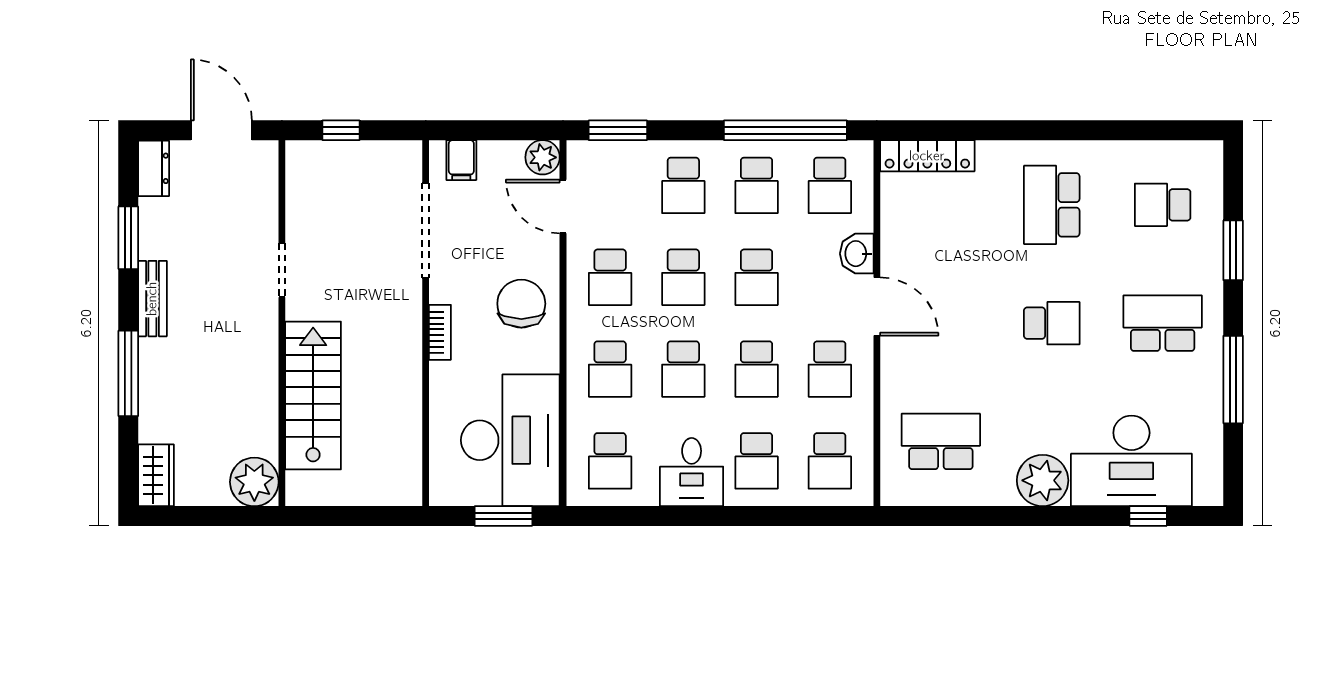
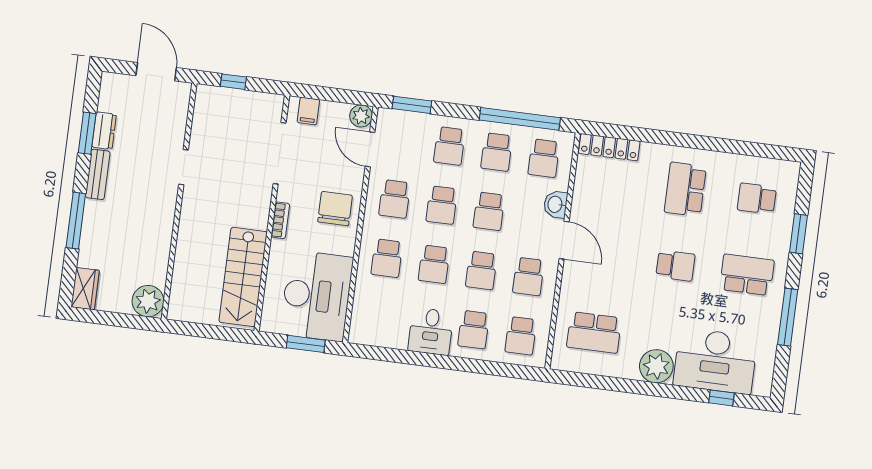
dresser: (154, 168) -> (104, 131), moved
stairs: (313, 396) -> (243, 277), moved, turned 180
school desk: (941, 441) -> (594, 333), turned 180
school desk: (610, 461) -> (379, 317), removed

